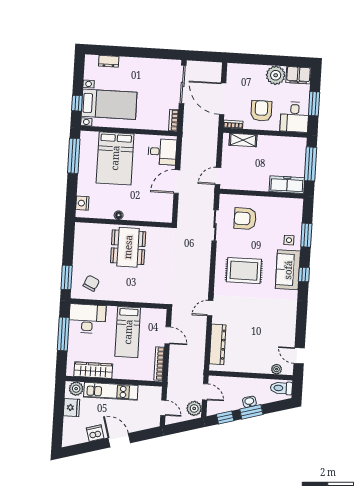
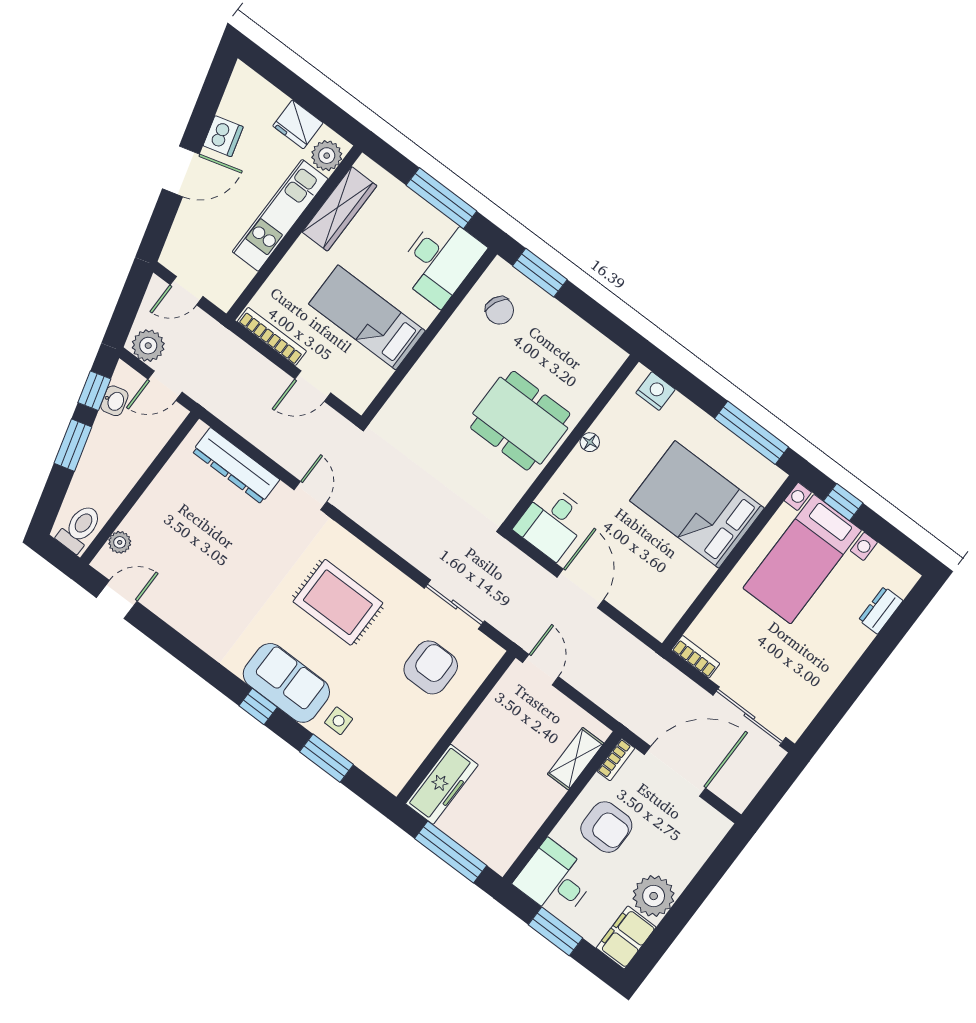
desk: (162, 152) -> (552, 522), moved
rug: (244, 271) -> (338, 602), turned 90
washbasin: (249, 402) -> (114, 401), moved

